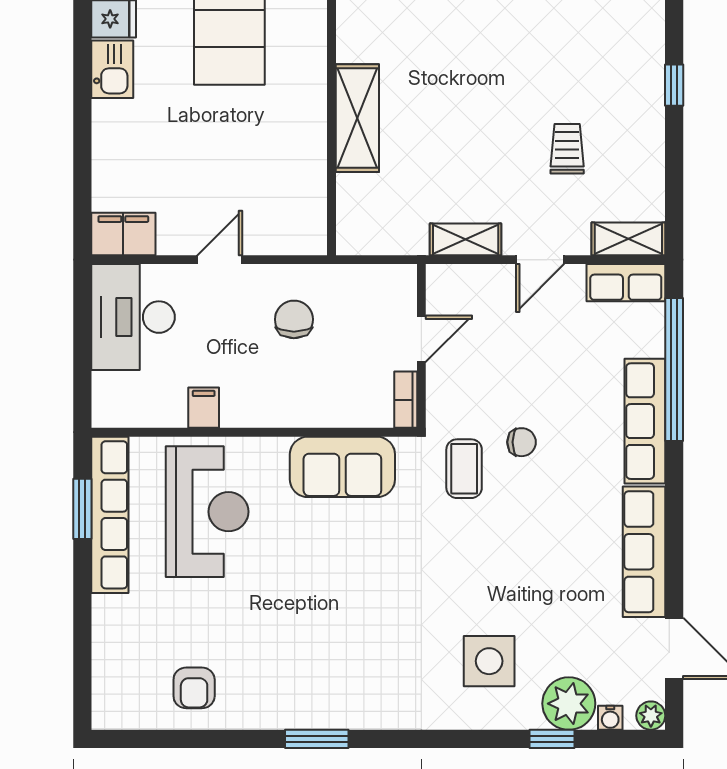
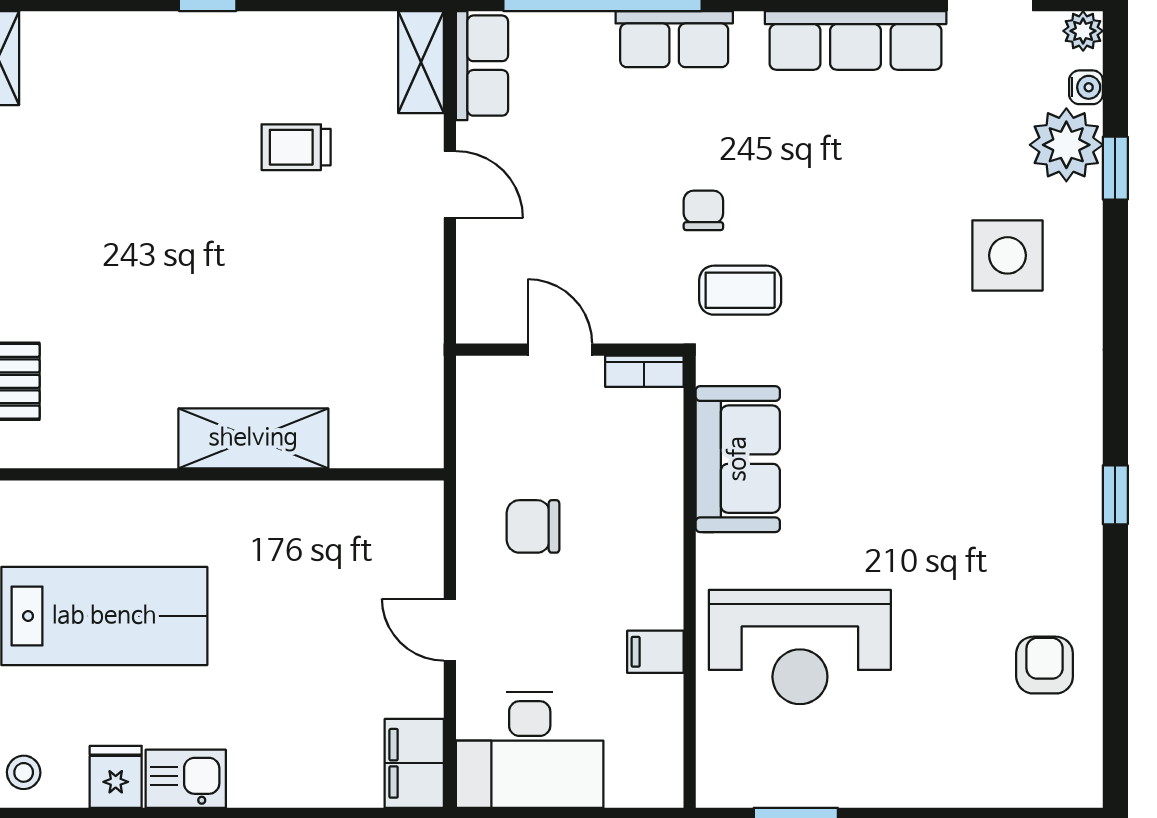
shelving: (466, 239) -> (422, 288), removed
row of seats: (645, 421) -> (674, 39), width x0.68
reception desk: (207, 512) -> (800, 647), turned 180
row of seats: (110, 515) -> (804, 782), removed
armchair: (194, 688) -> (1045, 665), turned -90
window: (317, 739) -> (1115, 495), width x0.67

